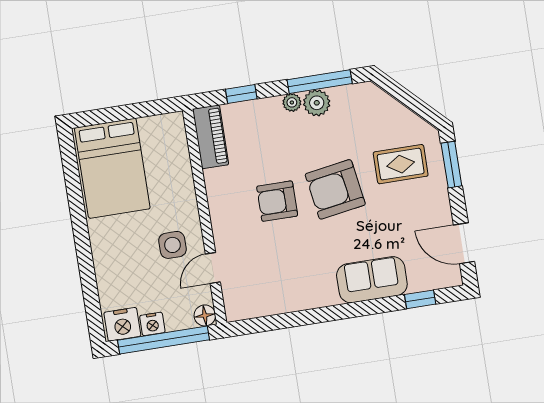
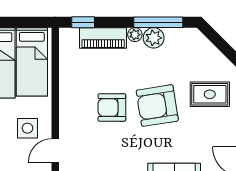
window: (241, 94) -> (83, 22), moved
piano: (211, 137) -> (103, 38), moved, turned 90
bed: (165, 159) -> (32, 62), added

